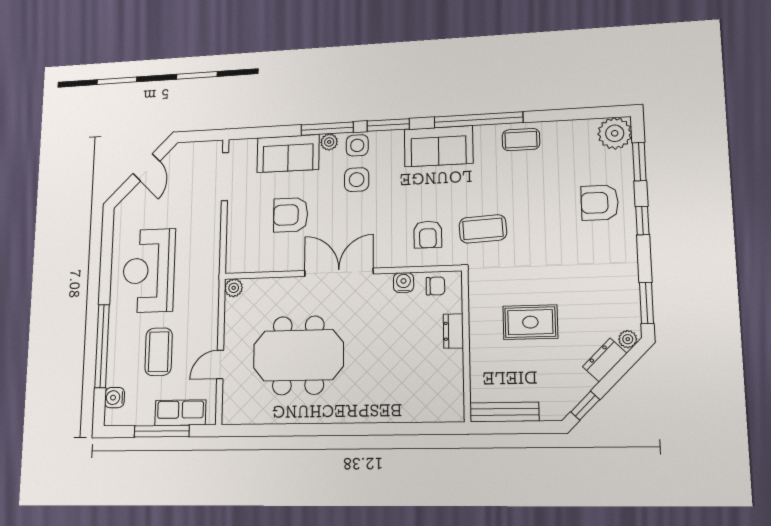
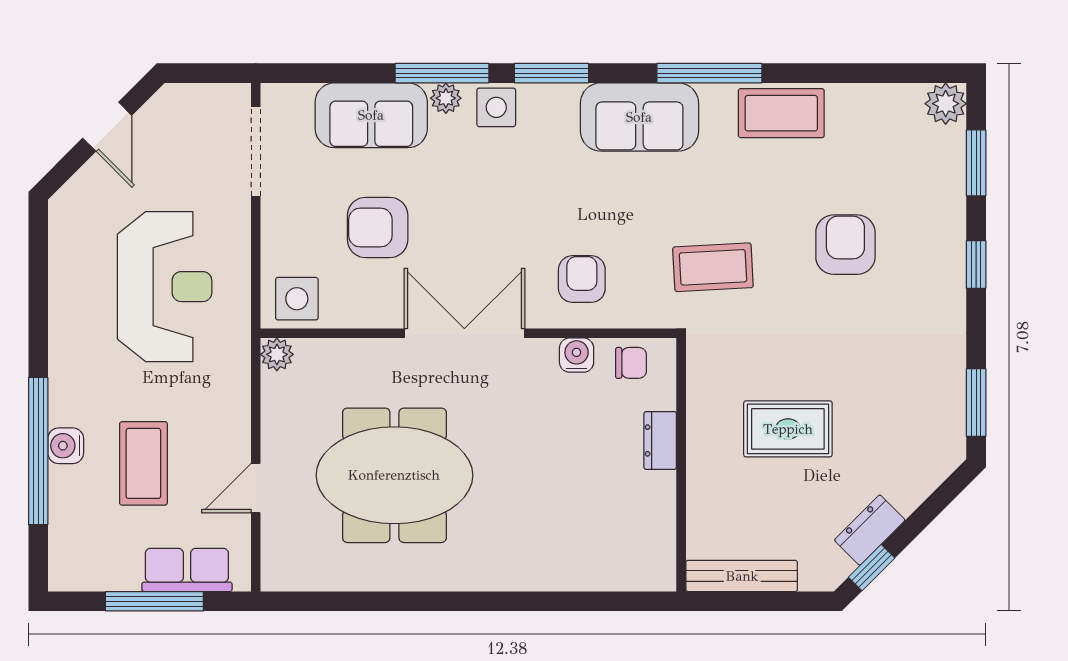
window: (478, 120) -> (709, 73), width x0.68
plant: (615, 133) -> (946, 104), width x0.73, depth x0.73
coffee table: (521, 140) -> (781, 113), width x1.36, depth x1.30
side table: (357, 180) -> (297, 299), moved
armchair: (600, 203) -> (845, 245), moved, turned 90
armchair: (428, 234) -> (582, 279), moved, turned 180
reception desk: (149, 271) -> (165, 287), moved, turned 180
plant: (628, 339) -> (944, 461), removed
dresser: (605, 360) -> (870, 530), moved
water cooler: (115, 398) -> (66, 446), moved

